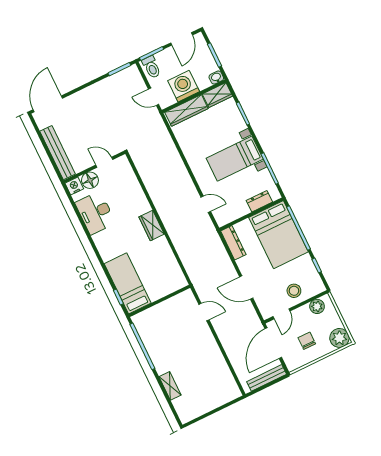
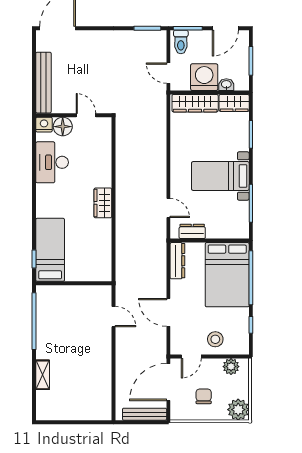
washbasin: (216, 78) -> (226, 85), moved
dresser: (259, 201) -> (192, 231), moved

